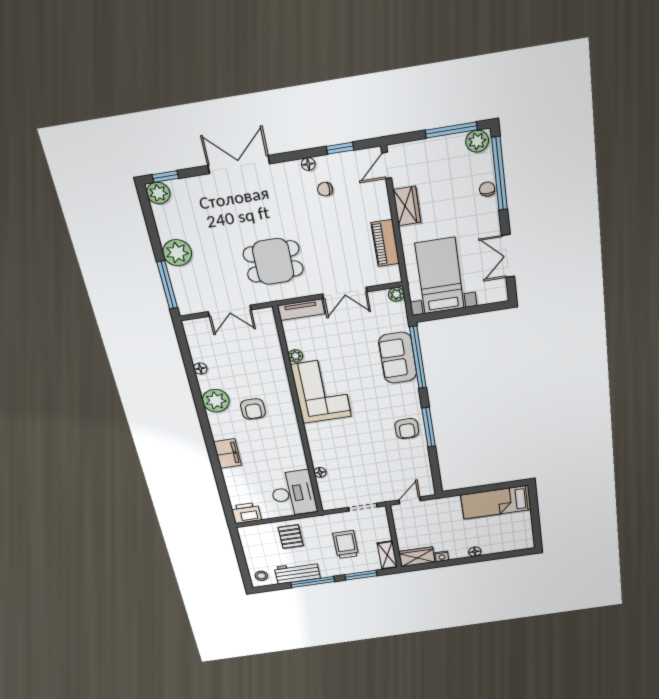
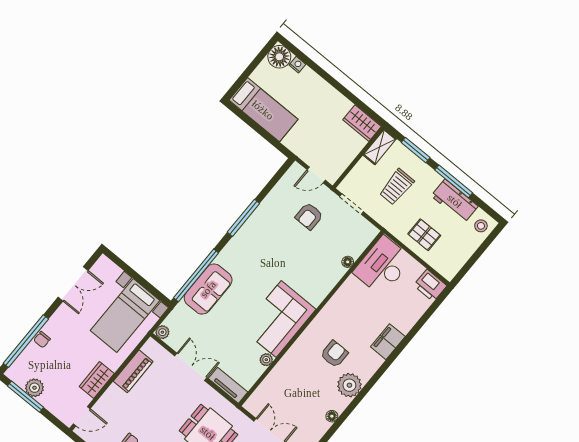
plant: (477, 141) -> (35, 388), moved
armchair: (407, 429) -> (309, 216), moved, turned 180
pallet: (291, 537) -> (424, 235), turned 90
floor lamp: (475, 552) -> (279, 57), moved, width x1.89, depth x1.89
nightstand: (442, 556) -> (297, 65), moved

